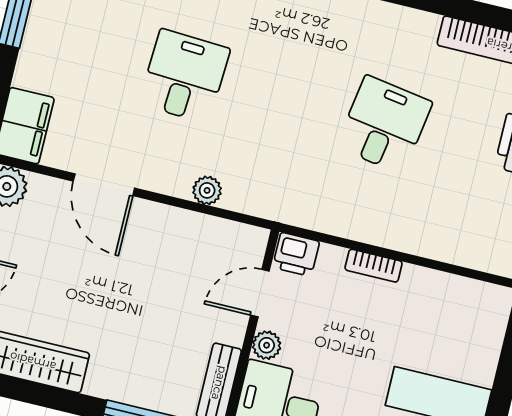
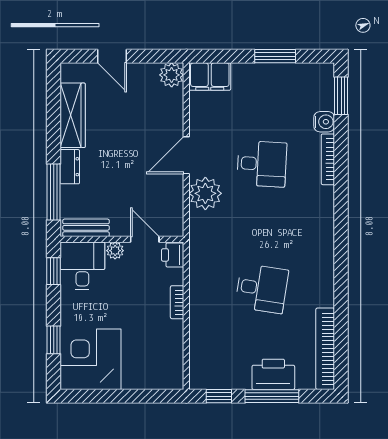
door: (104, 185) -> (186, 155), moved
plant: (207, 190) -> (205, 193), width x1.88, depth x1.88
dresser: (114, 385) -> (70, 167), added

